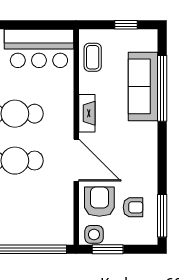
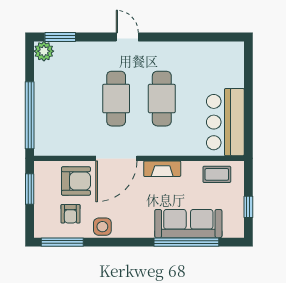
side table: (94, 234) -> (102, 227), moved

